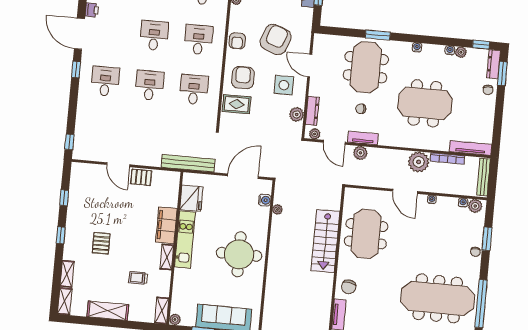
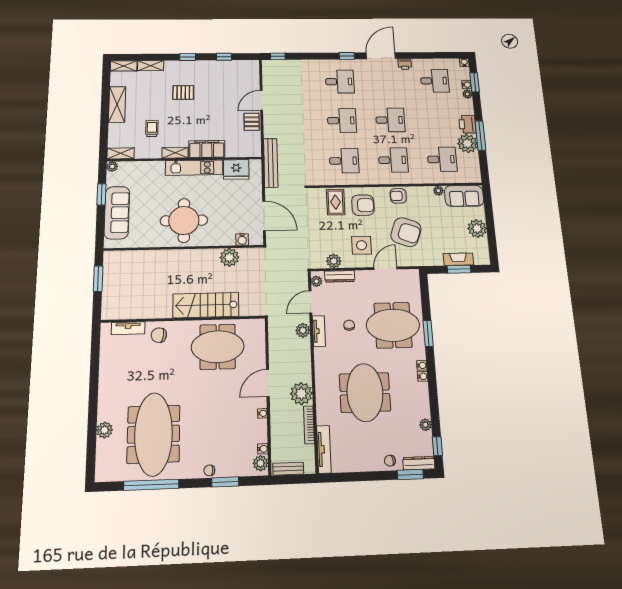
water cooler: (450, 50) -> (422, 365), moved
bench: (484, 177) -> (288, 469), width x0.73
plant: (277, 209) -> (229, 257), width x1.88, depth x1.88

